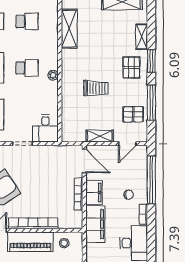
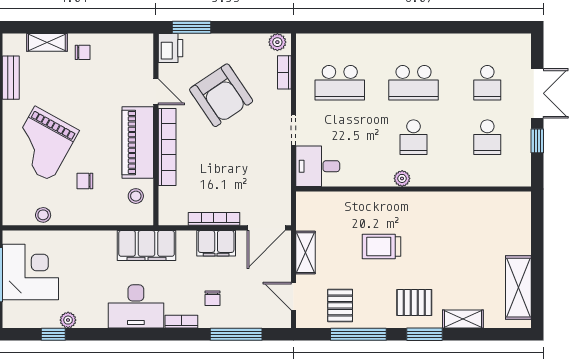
shelving: (69, 29) -> (476, 204), removed
trolley: (96, 88) -> (381, 247), turned 90
window: (151, 180) -> (236, 334), width x0.68
filing cabinet: (95, 224) -> (147, 246), moved

